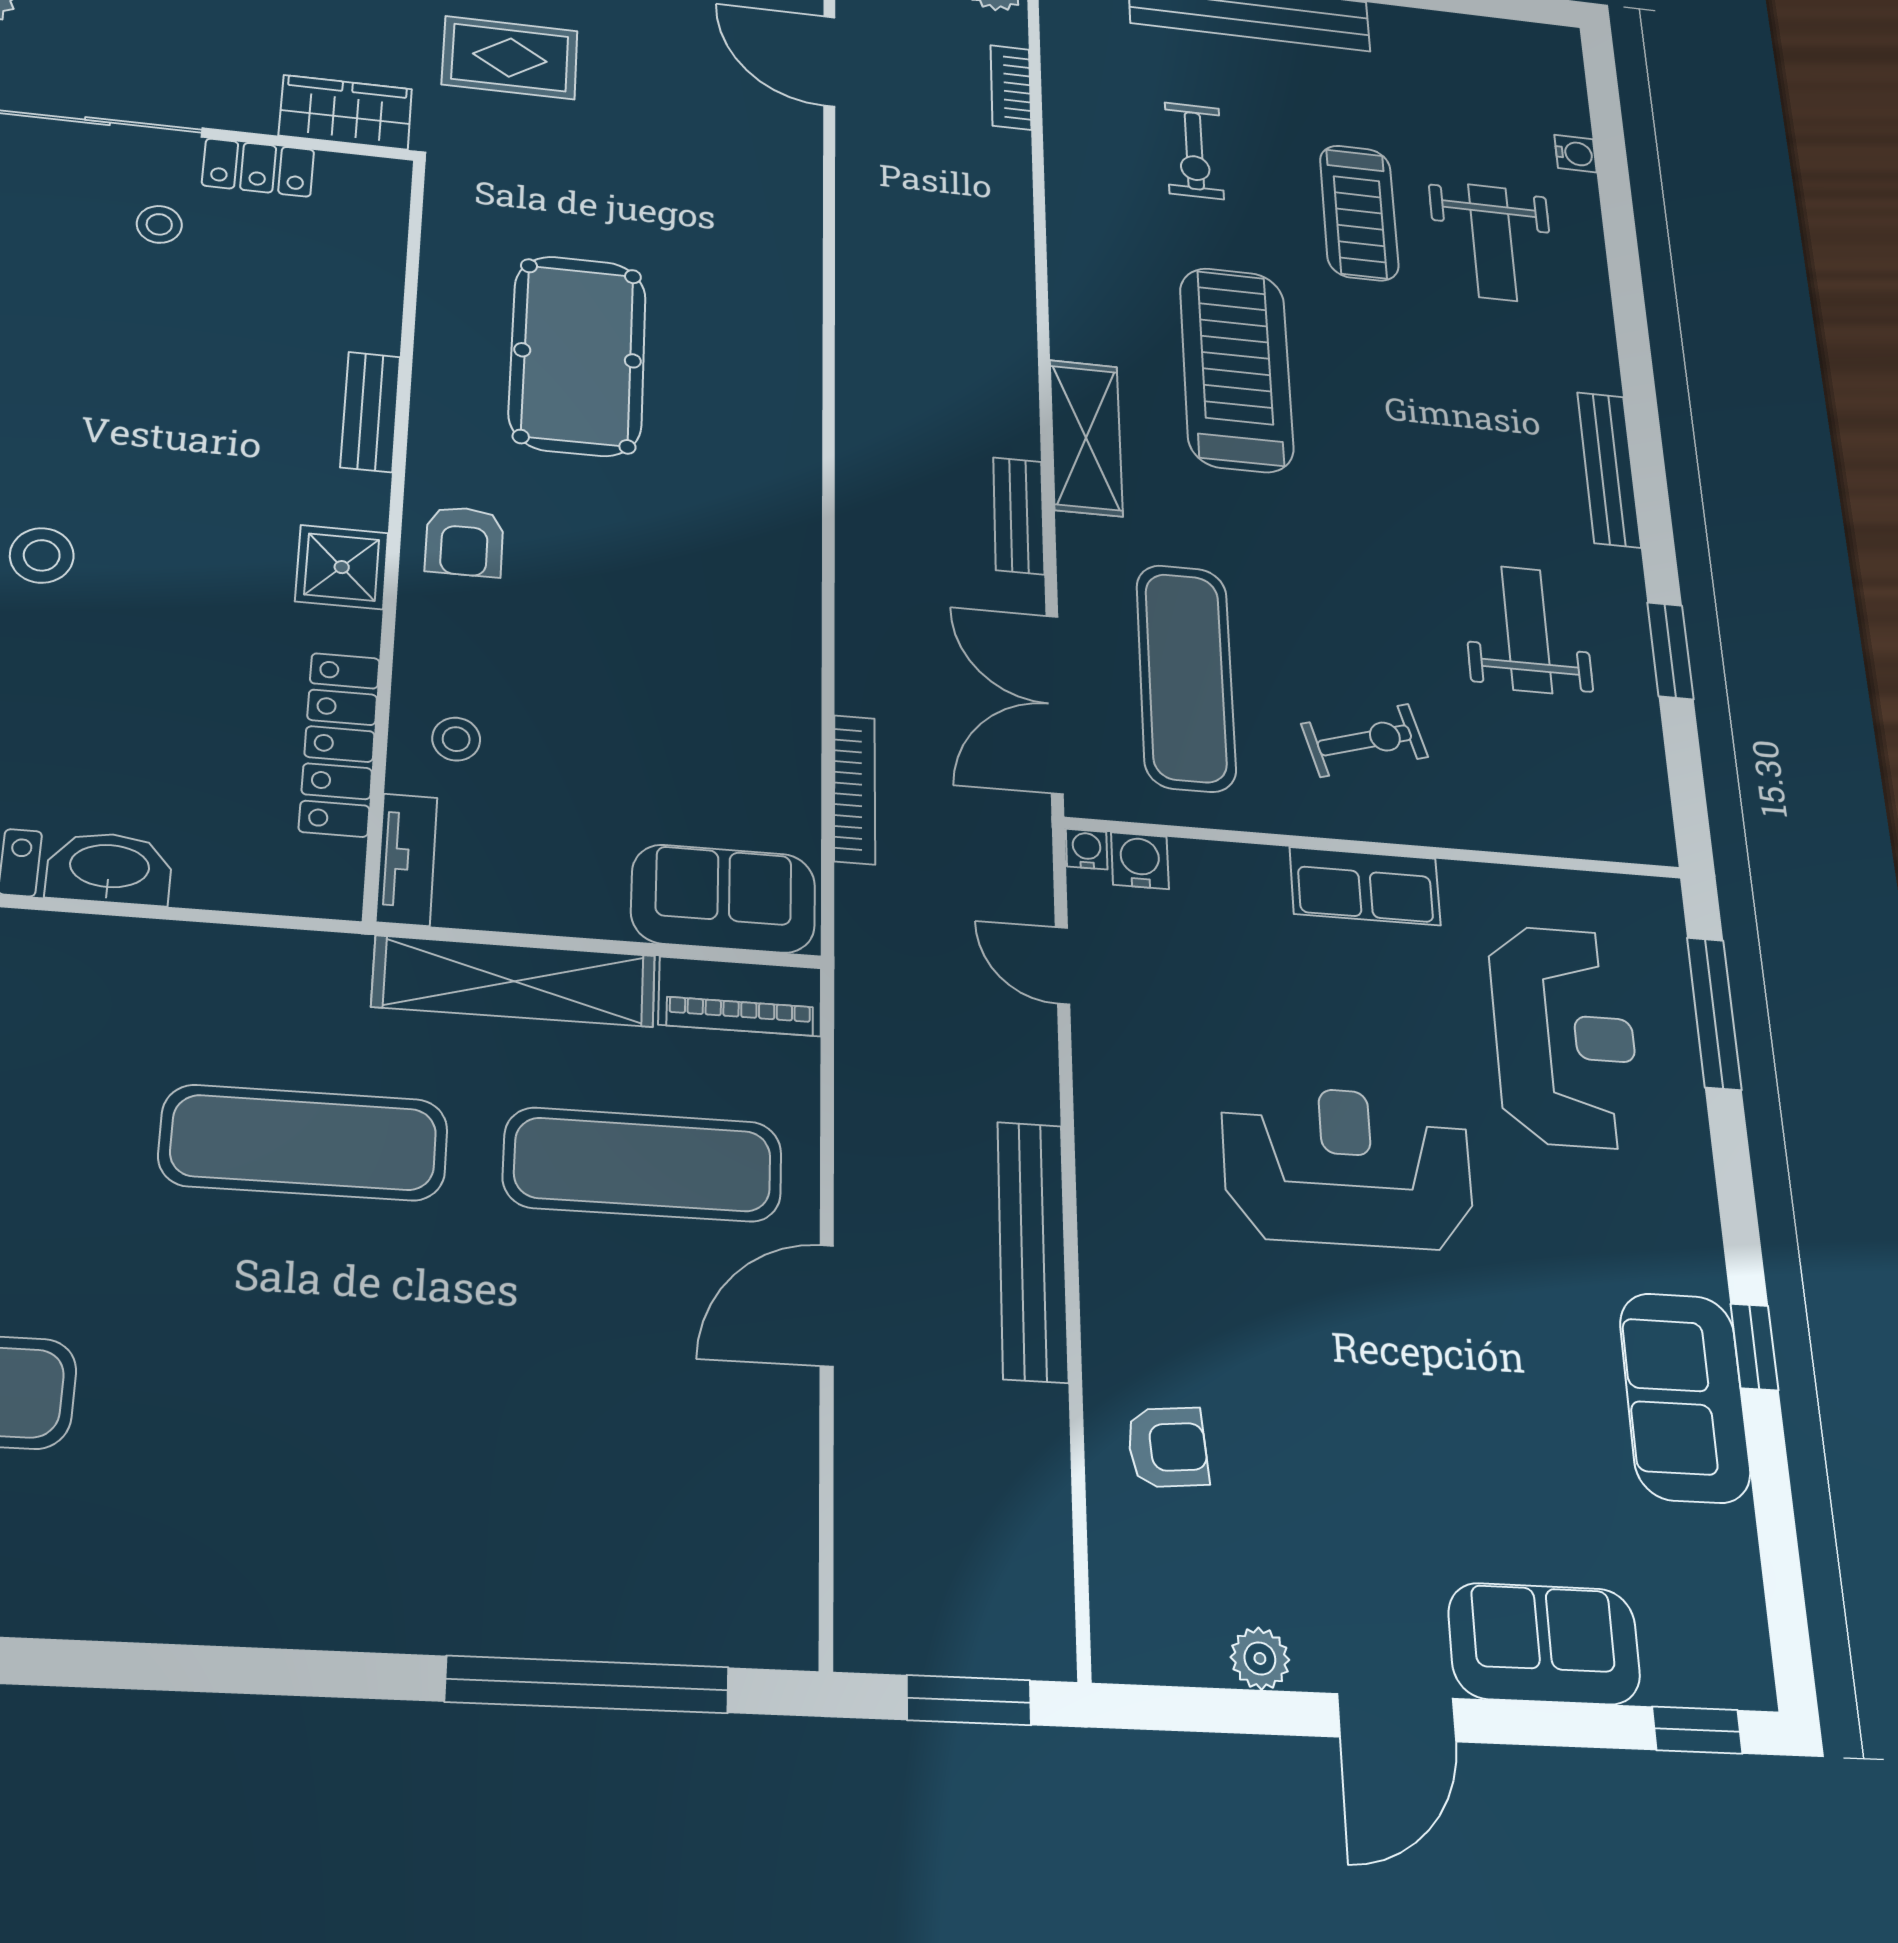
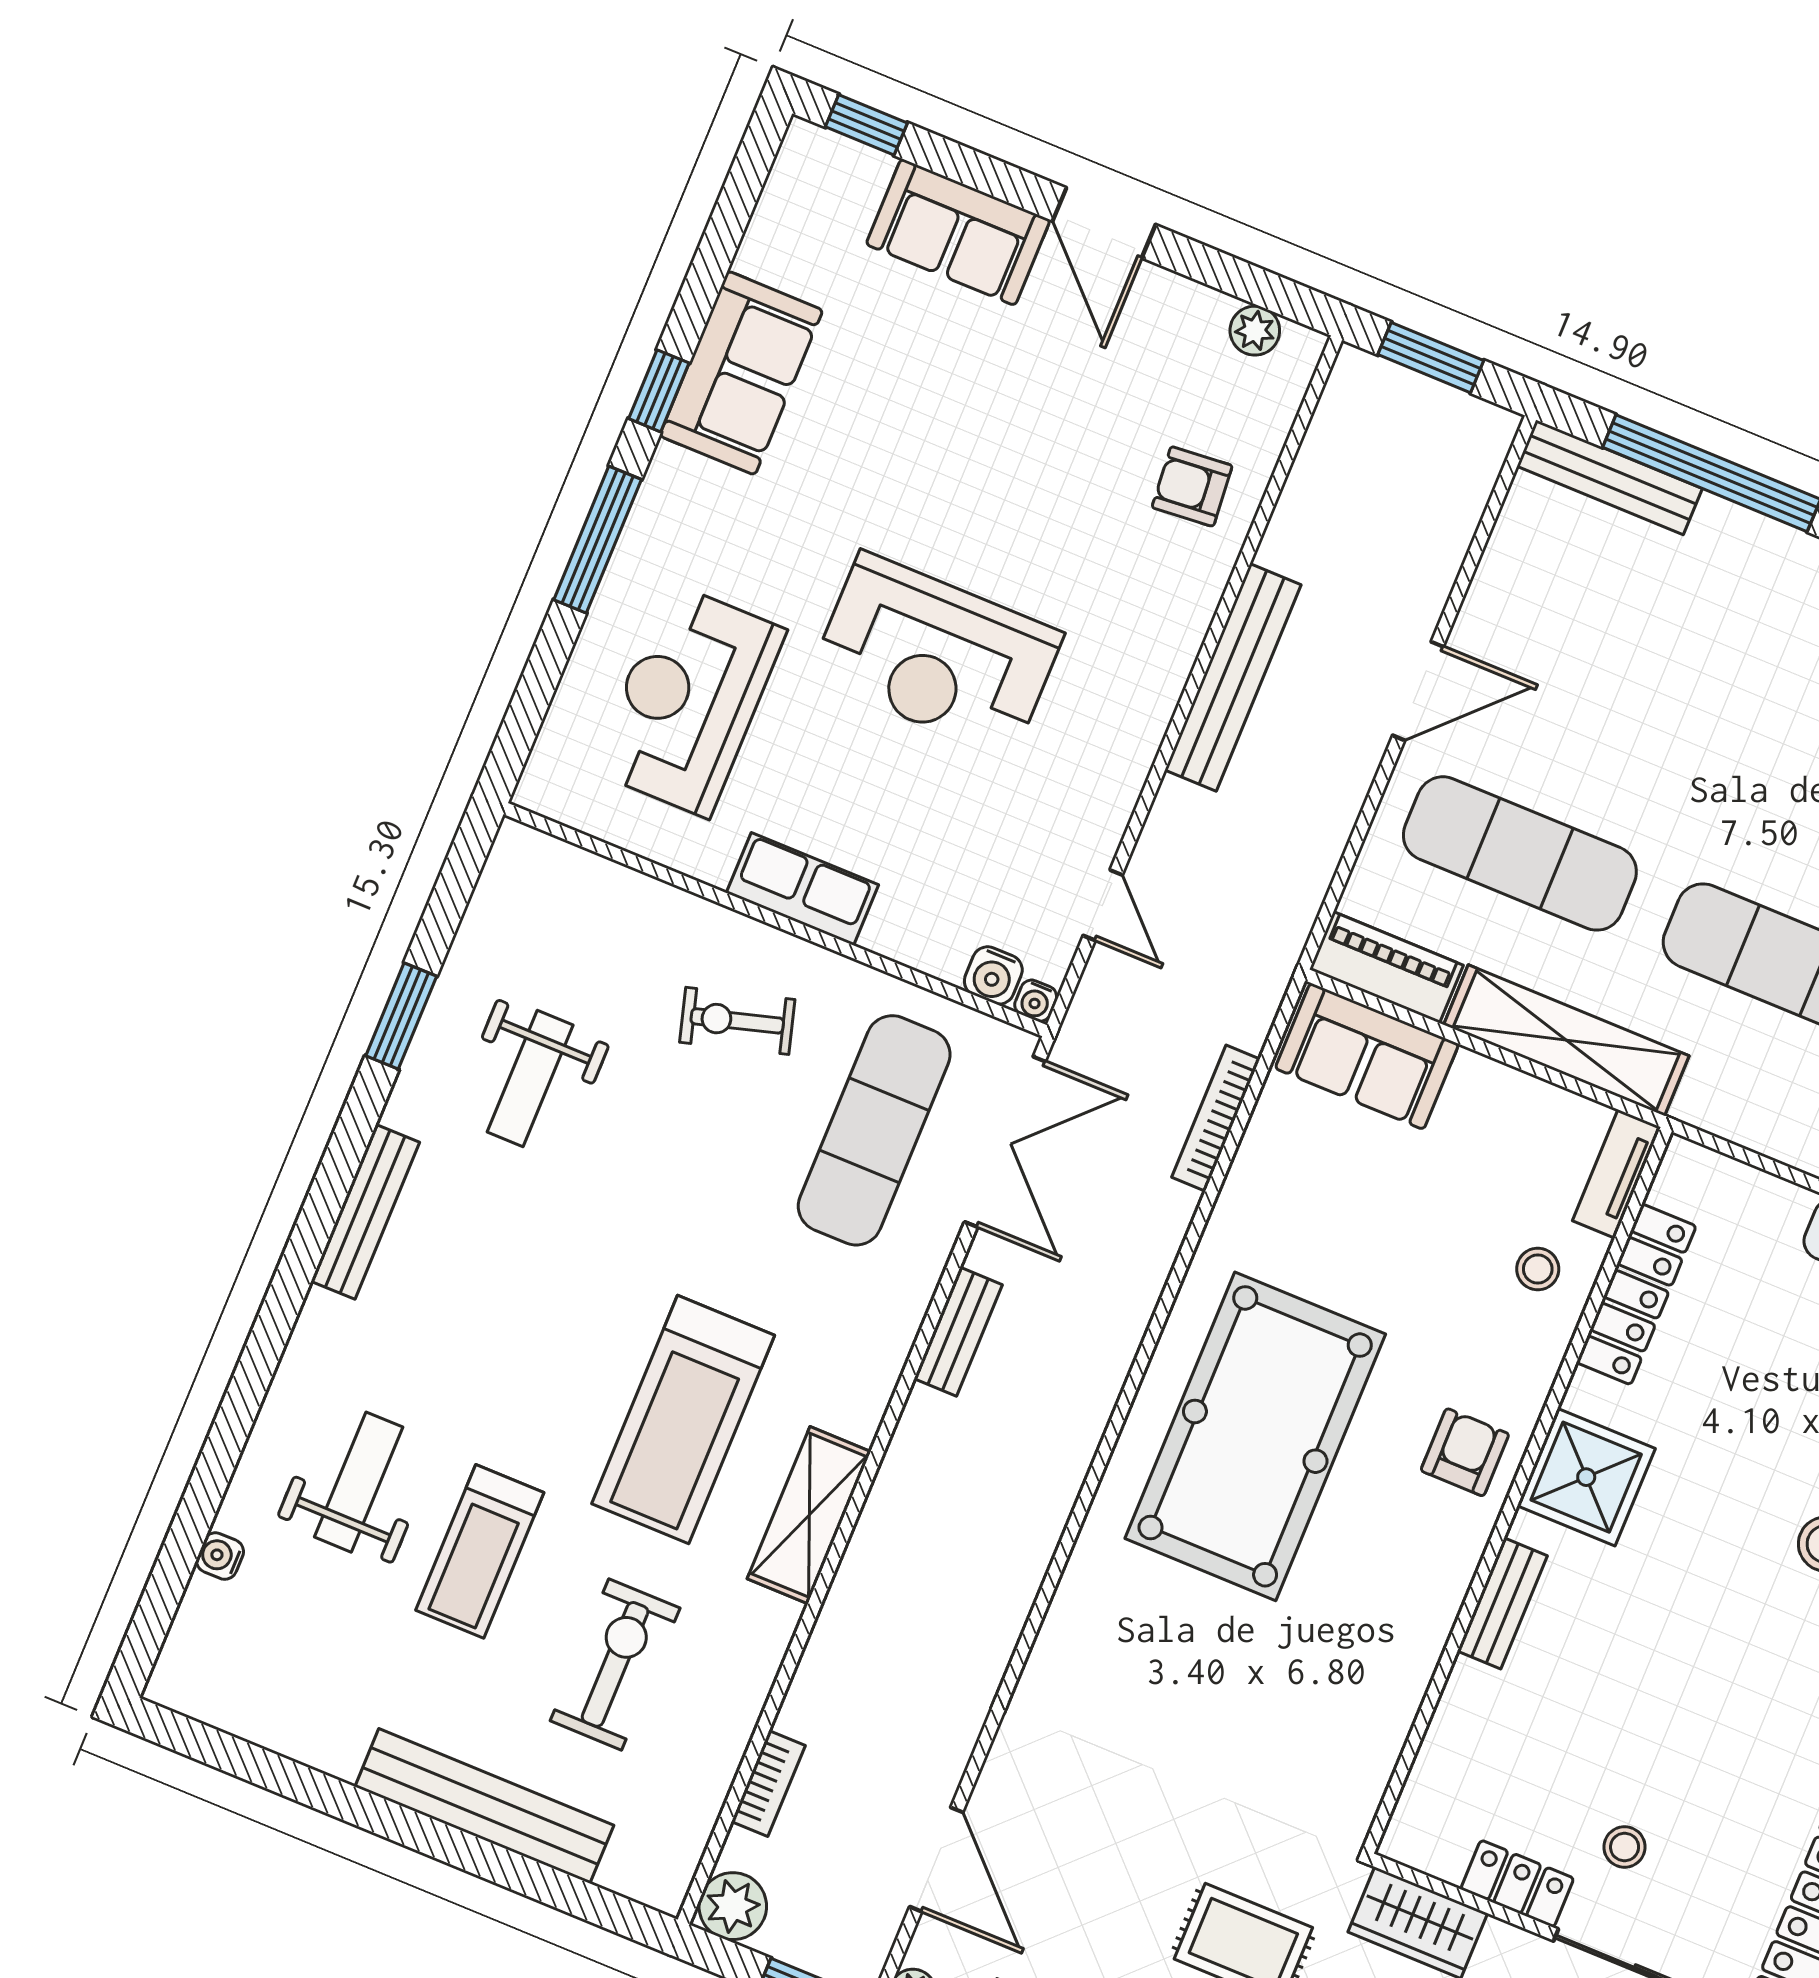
exercise bike: (1194, 151) -> (615, 1664), width x1.38, depth x1.39
treadmill: (1359, 213) -> (480, 1551), turned 180
pool table: (578, 355) -> (1255, 1436), moved, width x1.36, depth x1.32
shelving: (1086, 438) -> (809, 1515), moved
shower: (342, 567) -> (1586, 1477), width x1.36, depth x1.36
window: (1714, 1013) -> (598, 540), moved
bench: (706, 1634) -> (1610, 477), added
plant: (1260, 1658) -> (1255, 331), moved
door: (1397, 1718) -> (1104, 223), swing flipped

